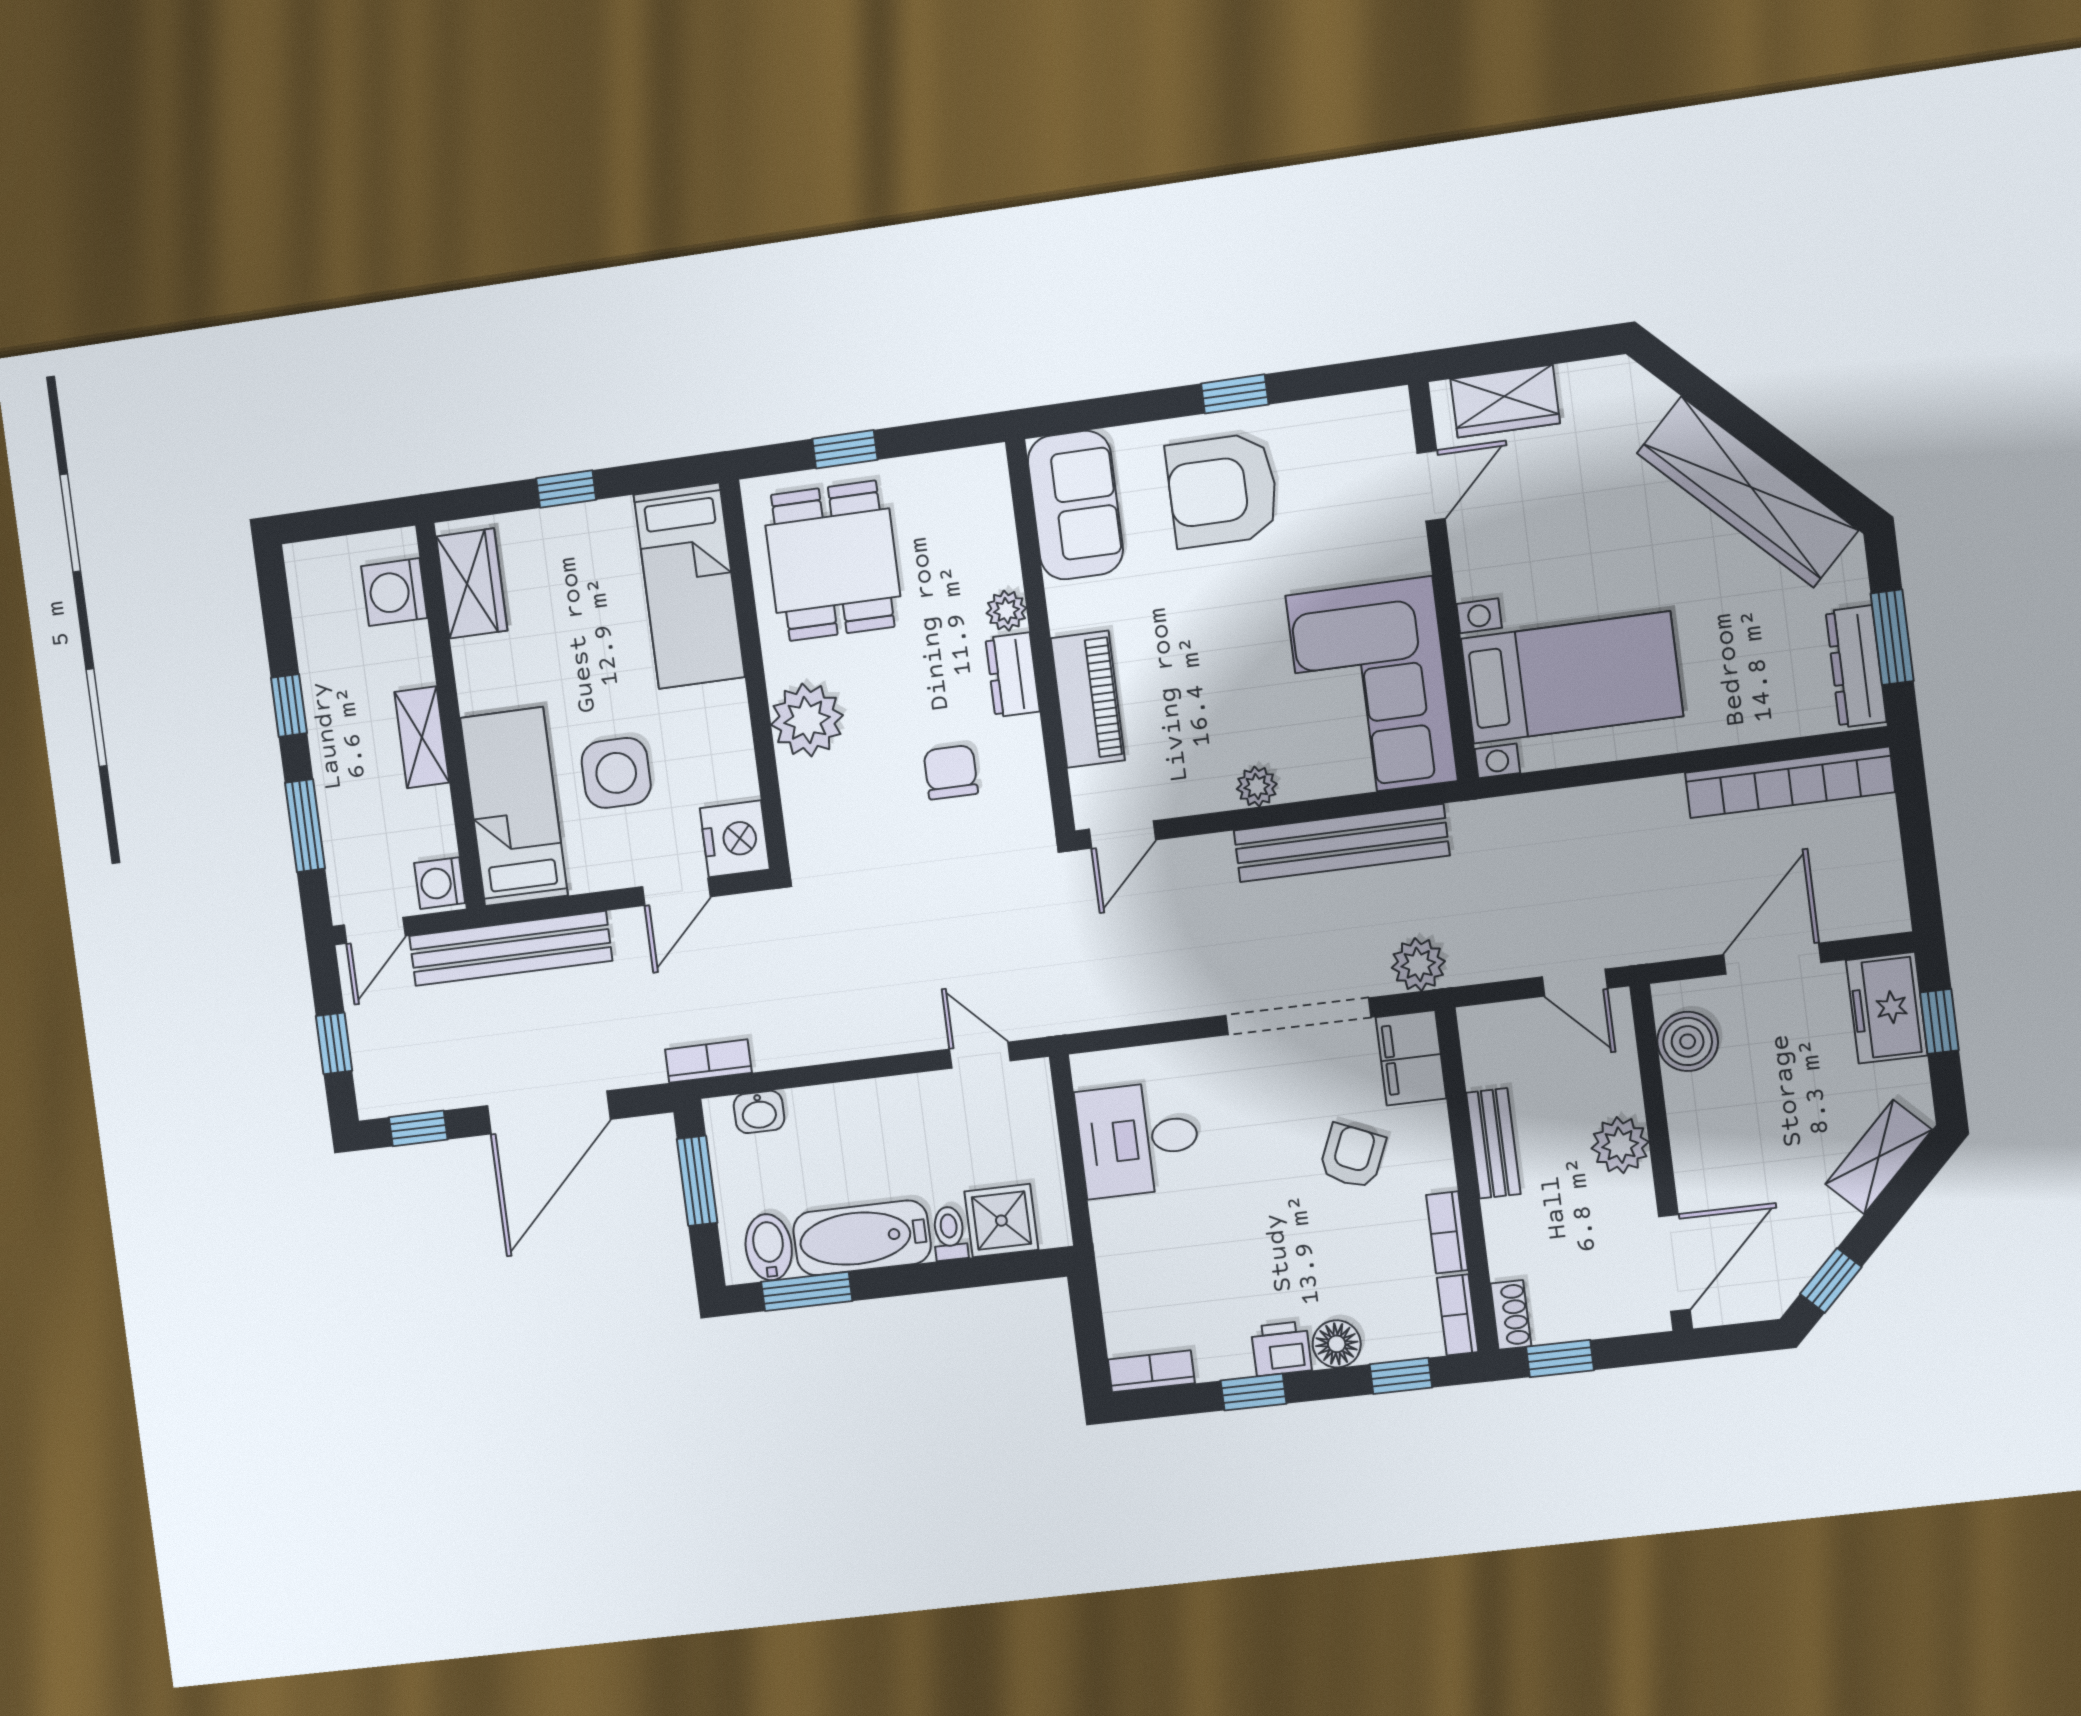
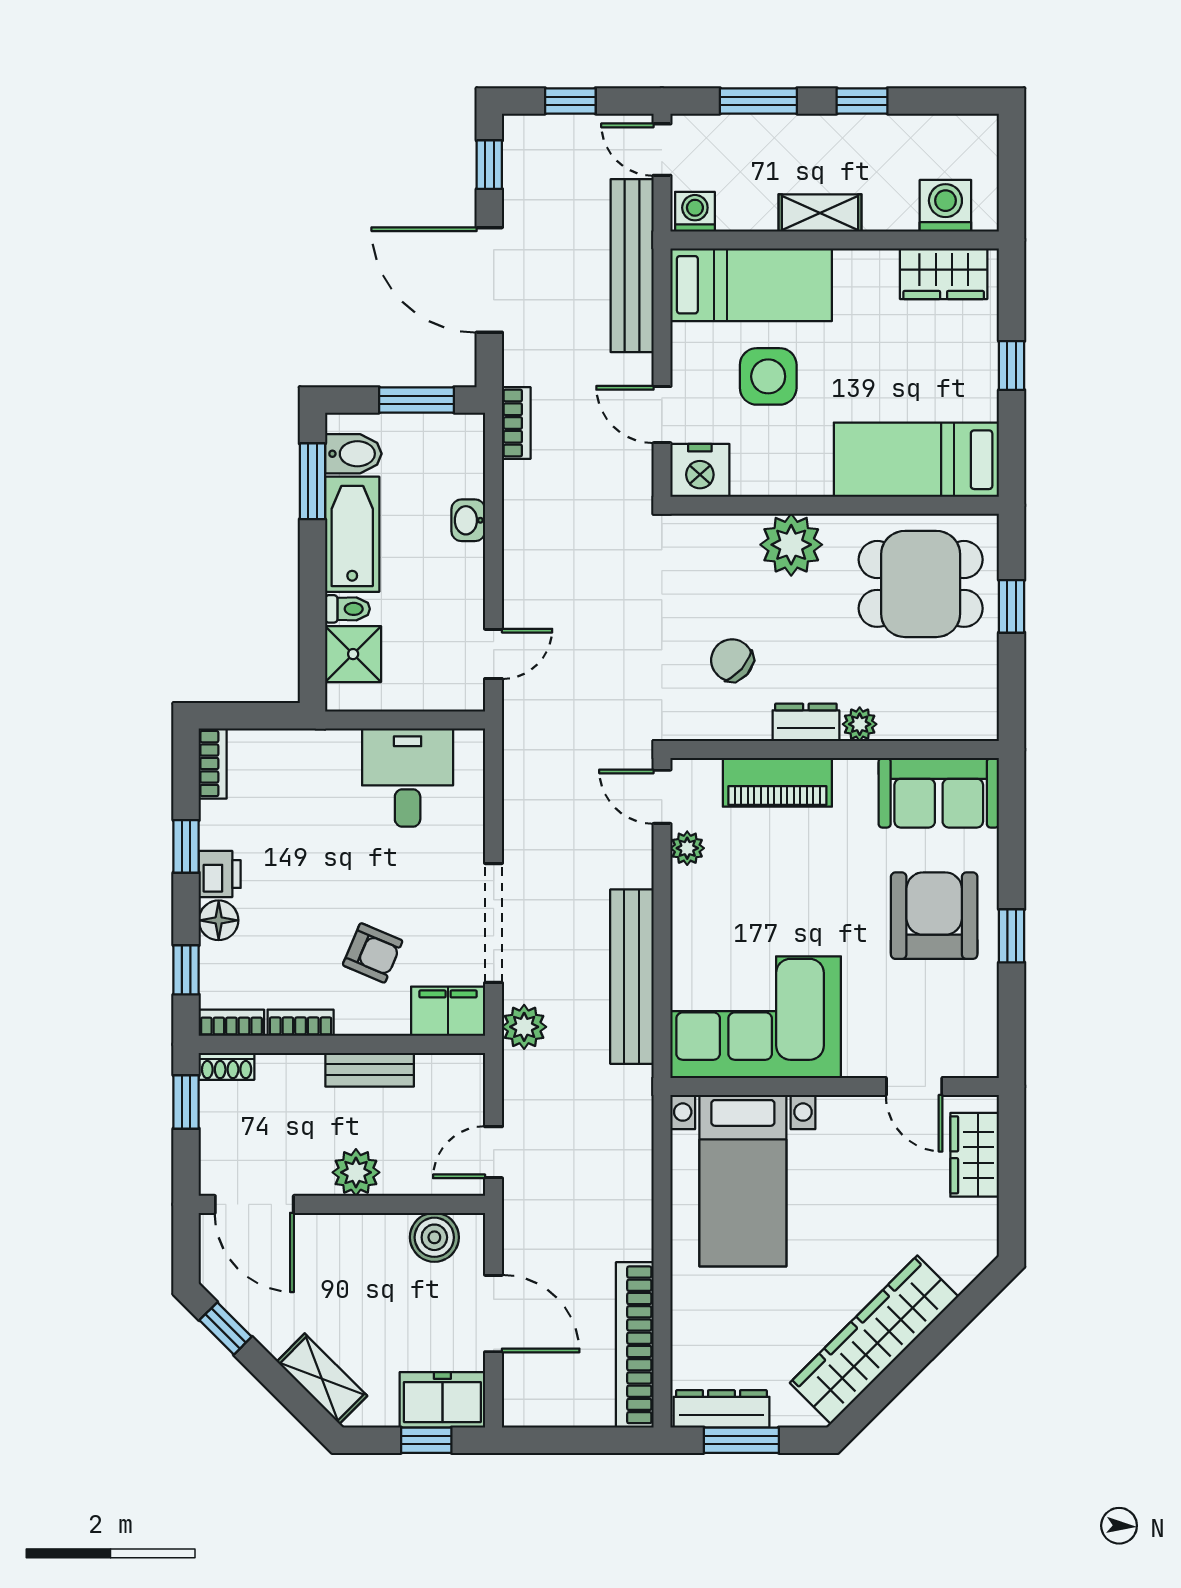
chair: (951, 772) -> (732, 660), turned -139
plant: (1257, 787) -> (687, 848), moved
washbasin: (759, 1112) -> (468, 520), moved

